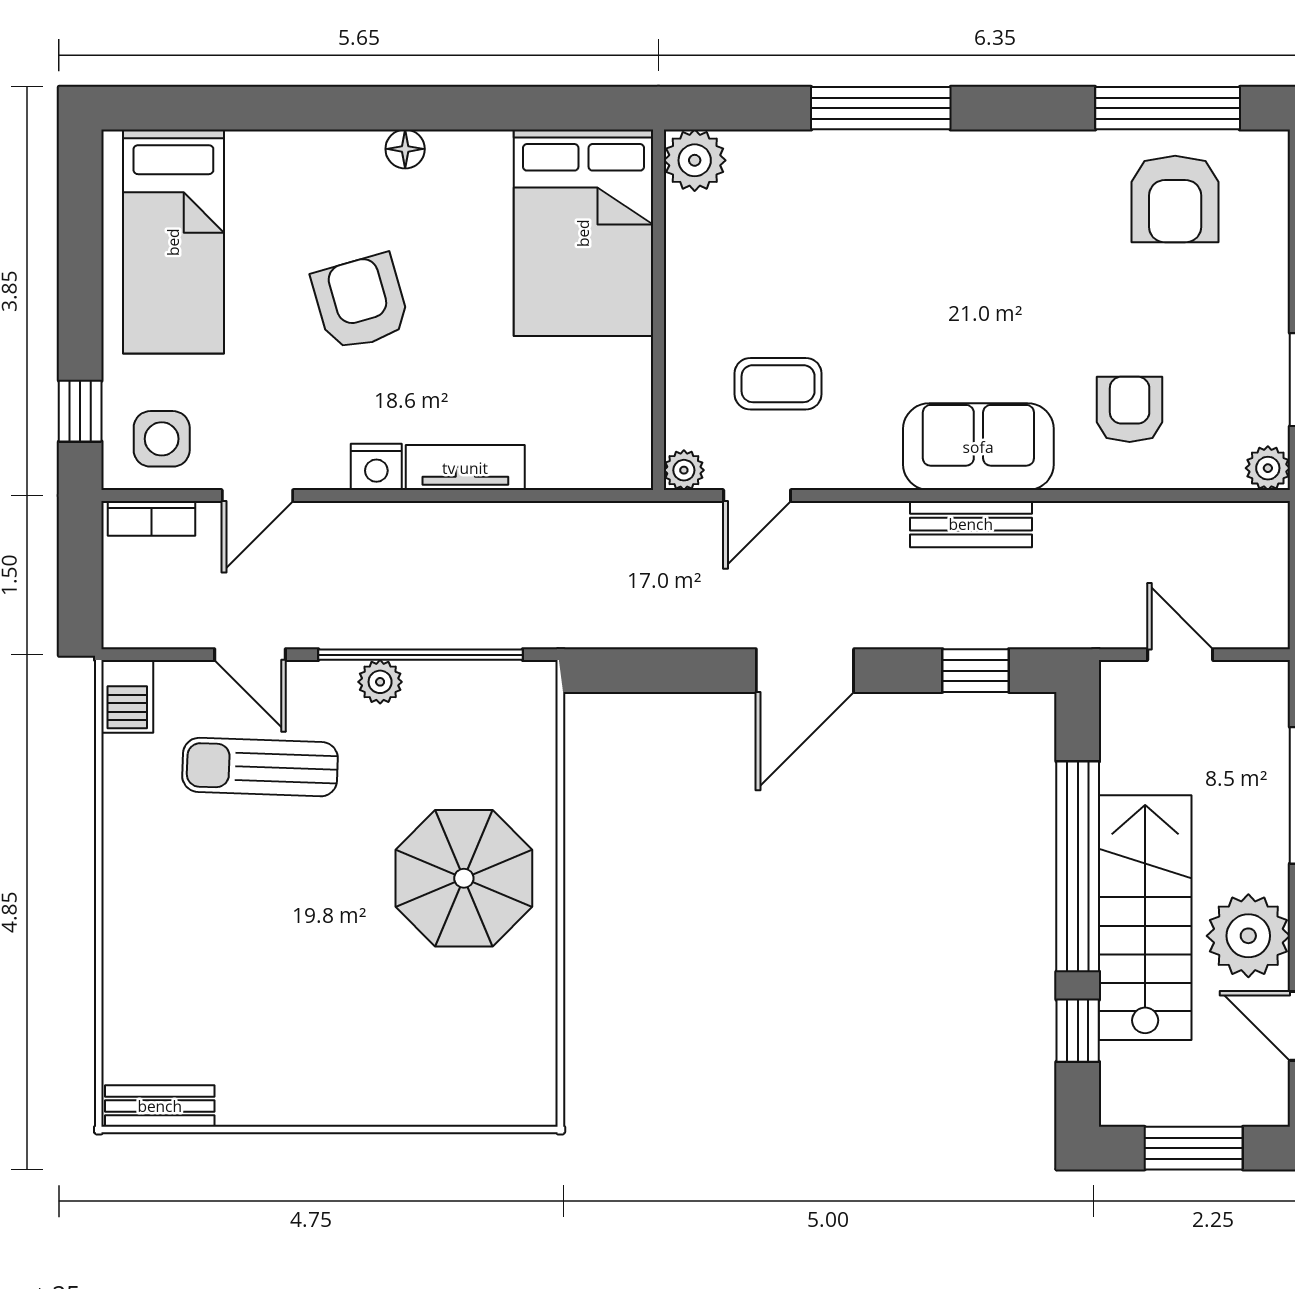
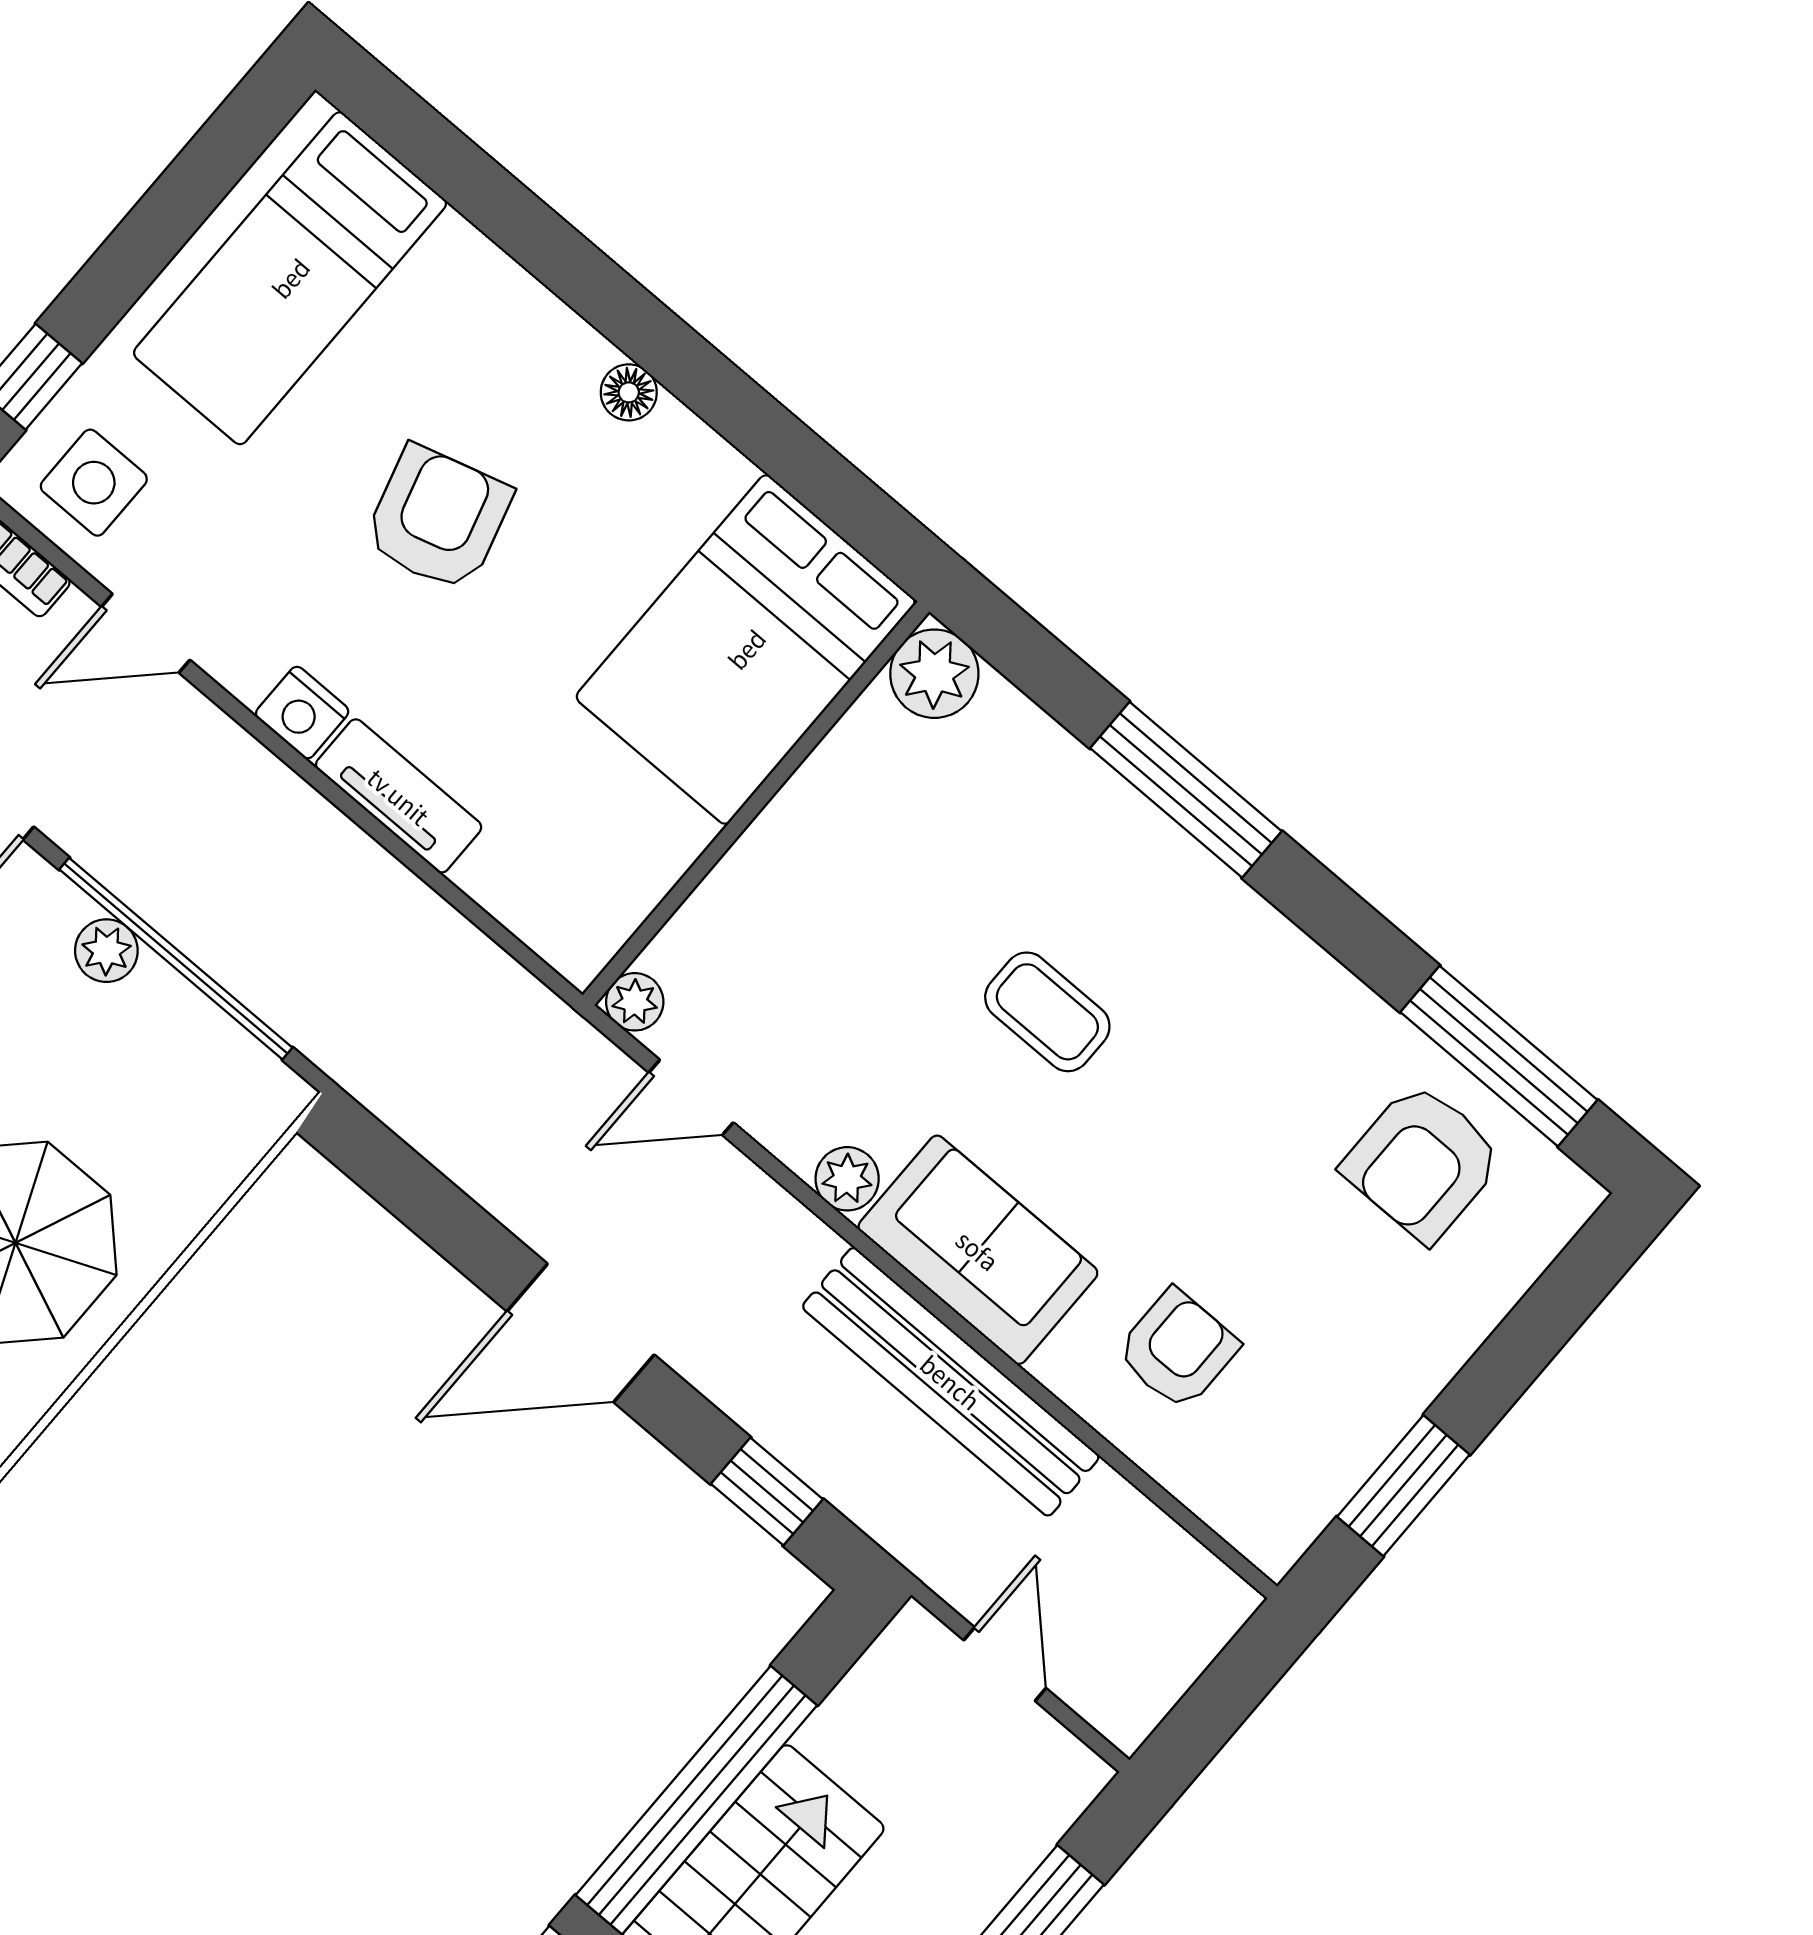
coffee table: (778, 384) -> (1047, 1012), moved
plant: (1268, 468) -> (847, 1179), moved
bench: (971, 524) -> (951, 1382), width x1.86, depth x1.21

